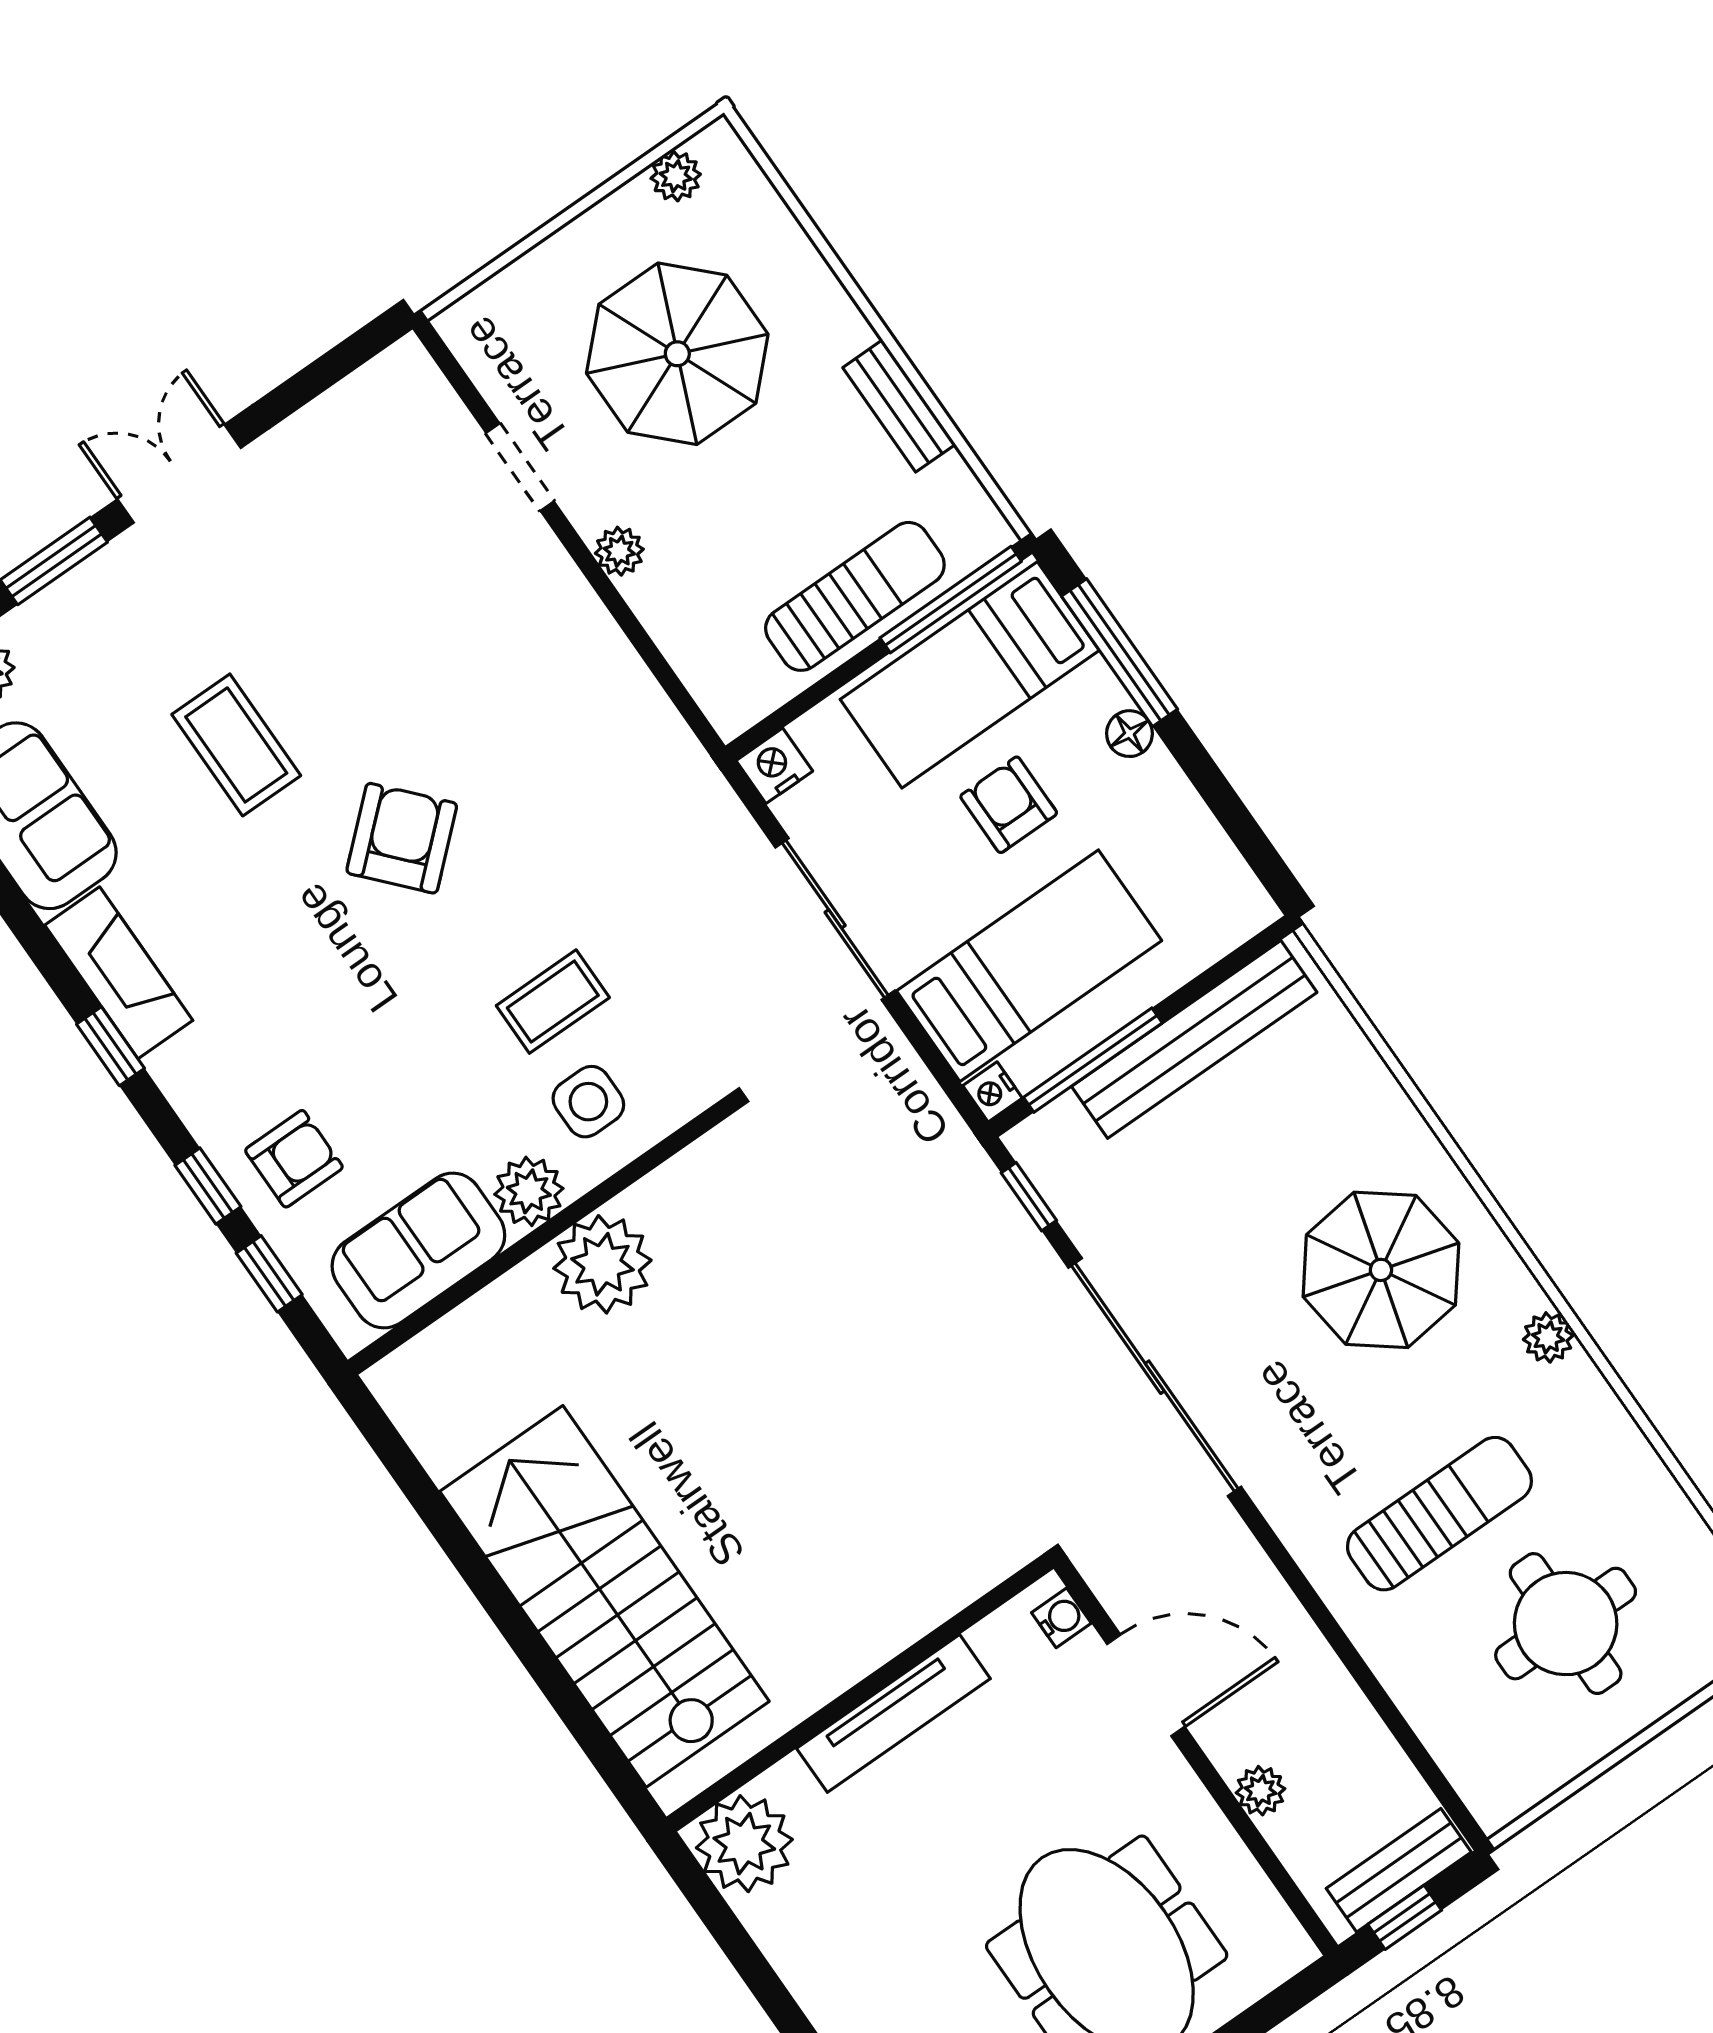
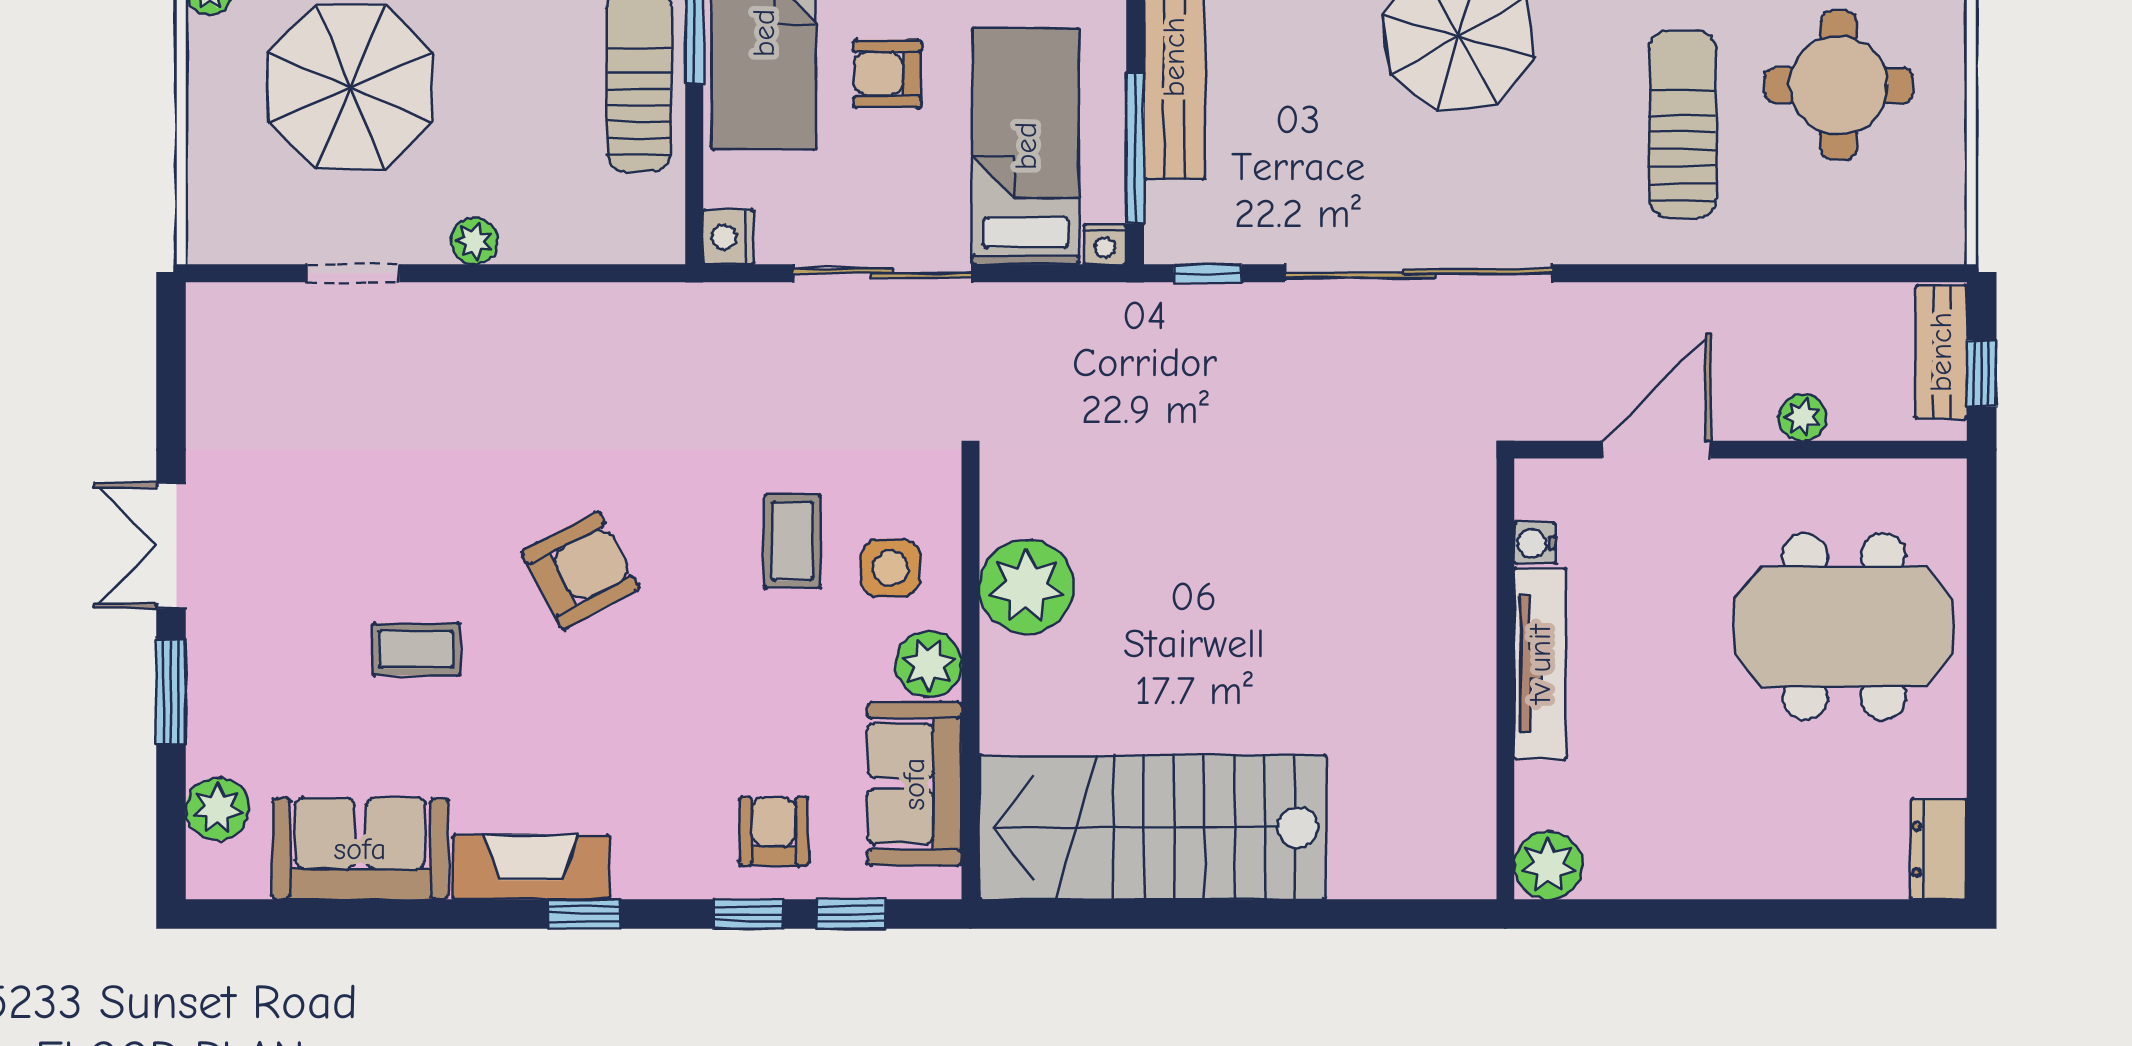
coffee table: (236, 745) -> (416, 649), width x0.73, depth x0.77
armchair: (402, 838) -> (581, 570), turned 104
plant: (602, 1264) -> (1026, 587), moved
stairs: (604, 1596) -> (1153, 827), moved
water cooler: (1061, 1618) -> (1535, 543), moved, turned -90
plant: (744, 1844) -> (1548, 865), width x0.73, depth x0.73

